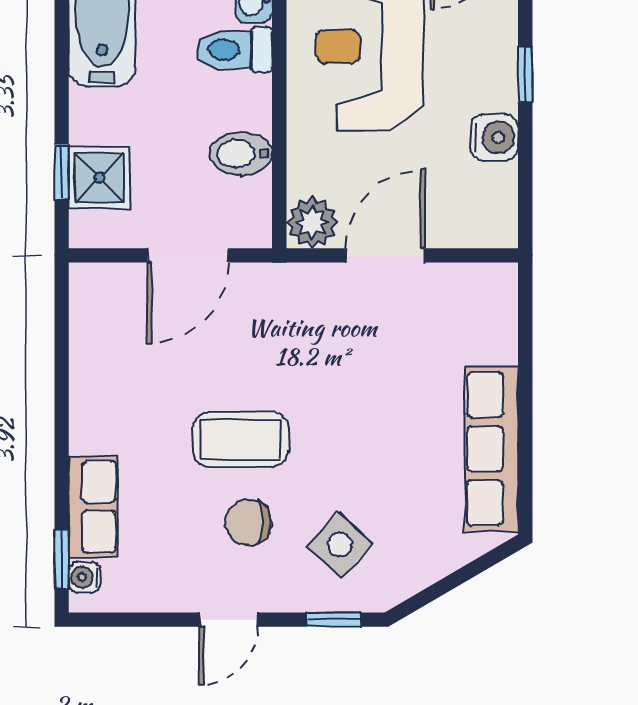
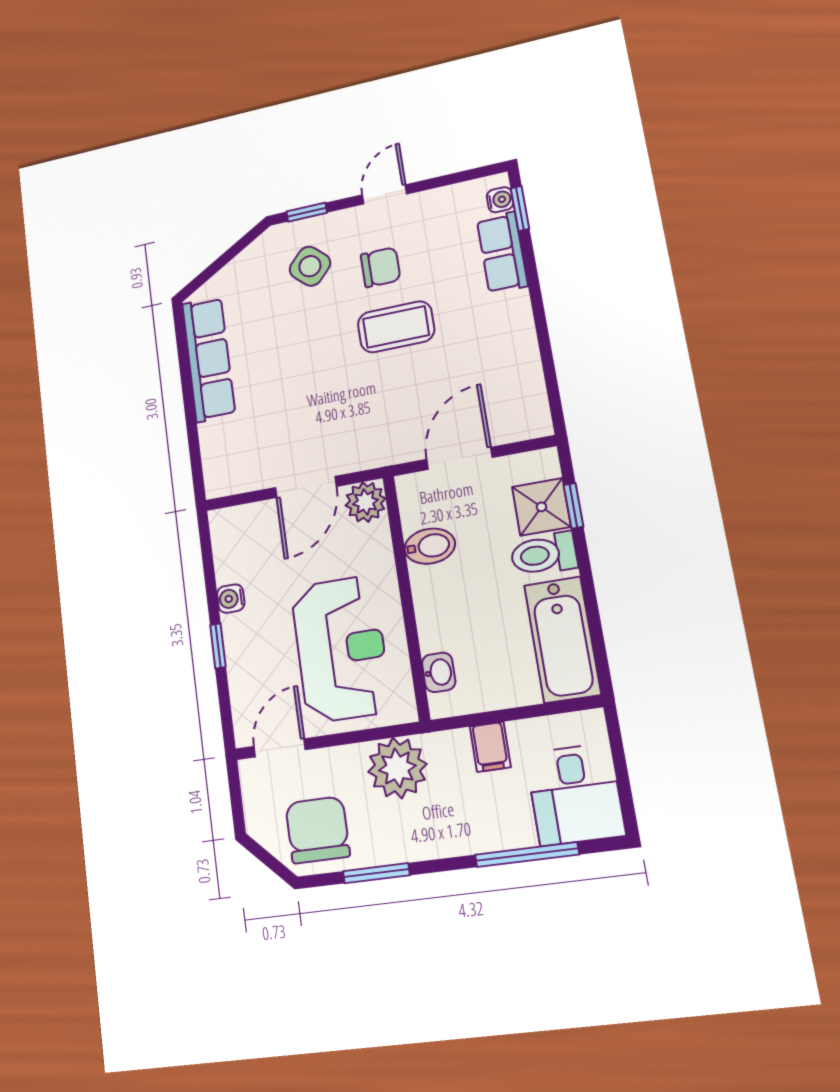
toilet: (234, 50) -> (544, 554), moved, turned 180
water cooler: (495, 138) -> (231, 599), width x0.72, depth x0.72

